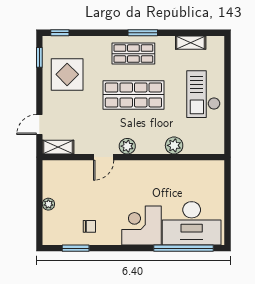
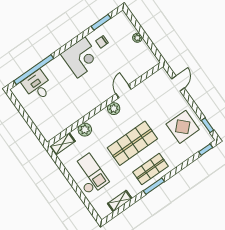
shelving: (58, 147) -> (62, 144), moved
desk: (192, 223) -> (37, 86), width x0.53, depth x0.77
corner desk: (142, 225) -> (81, 57), moved

